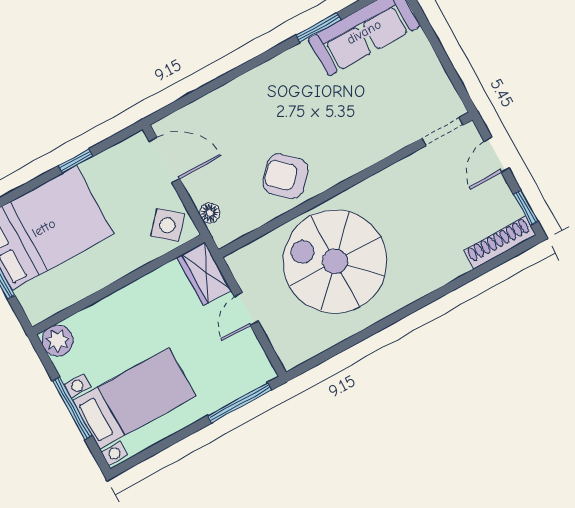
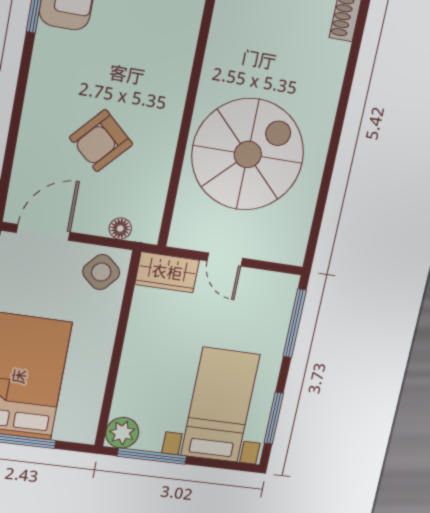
armchair: (286, 176) -> (101, 141), moved
spiral stairs: (335, 261) -> (248, 154), turned 180
window: (72, 408) -> (152, 456), moved
window: (155, 449) -> (274, 418), added

